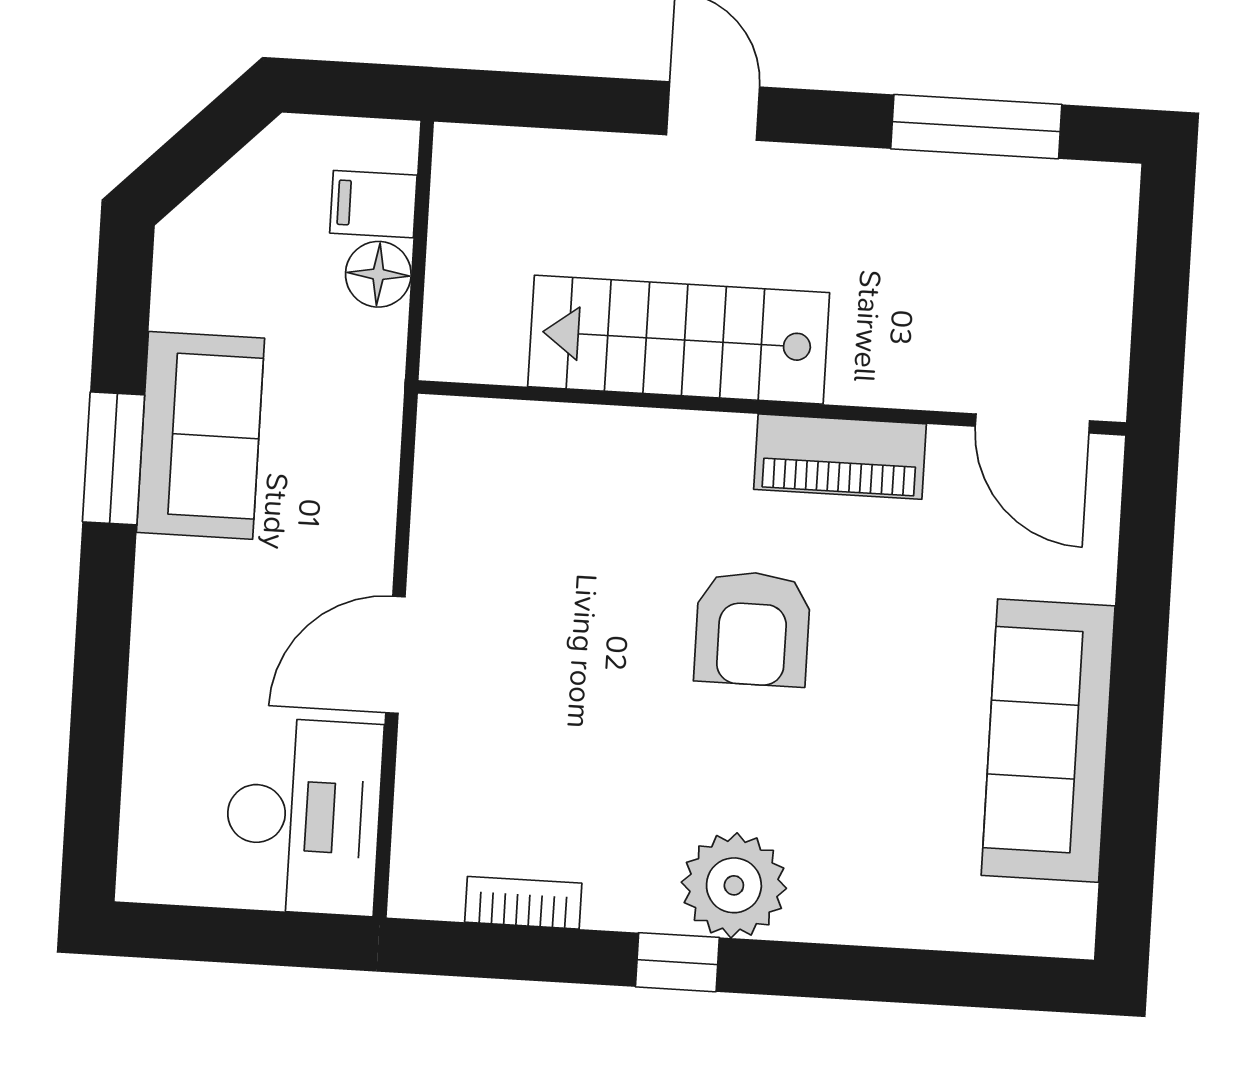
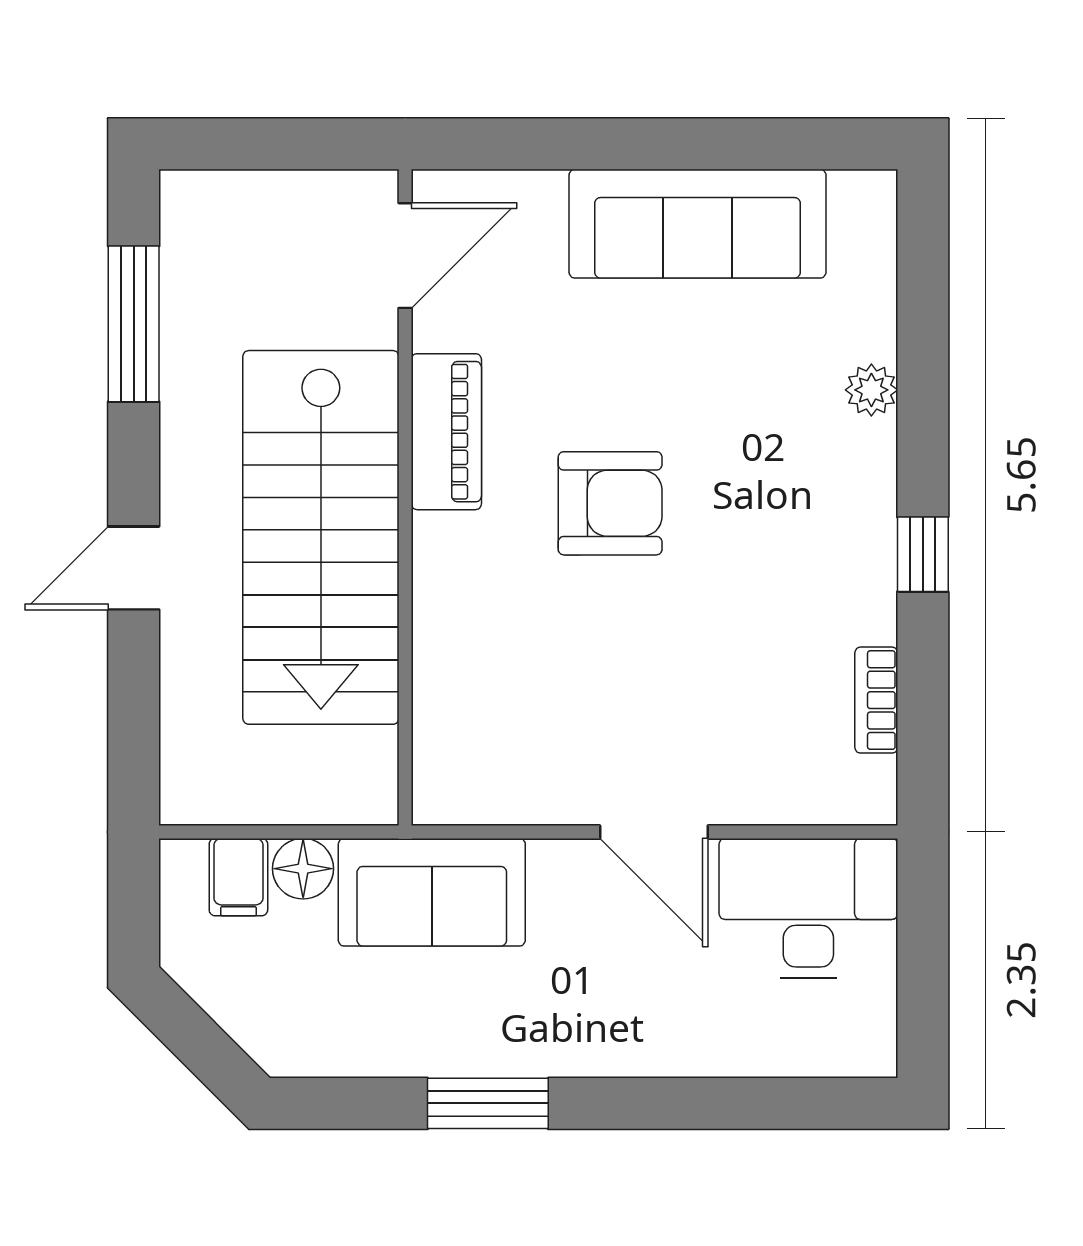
stairs: (679, 340) -> (321, 537), width x1.36, depth x1.51
sofa: (201, 435) -> (432, 892), moved, turned 180
plant: (734, 885) -> (871, 390), moved, width x0.53, depth x0.53

